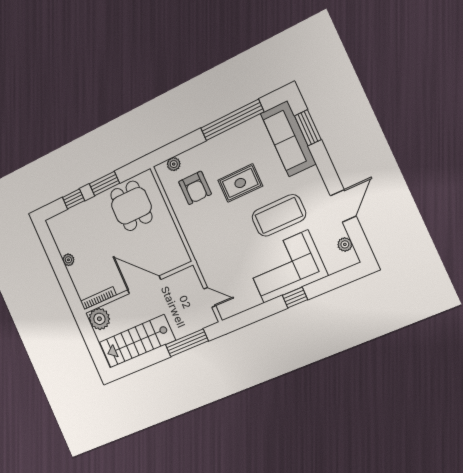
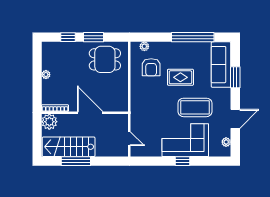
window: (308, 128) -> (235, 77), moved
dining table: (131, 206) -> (105, 59), turned 90
window: (187, 343) -> (76, 161), moved

